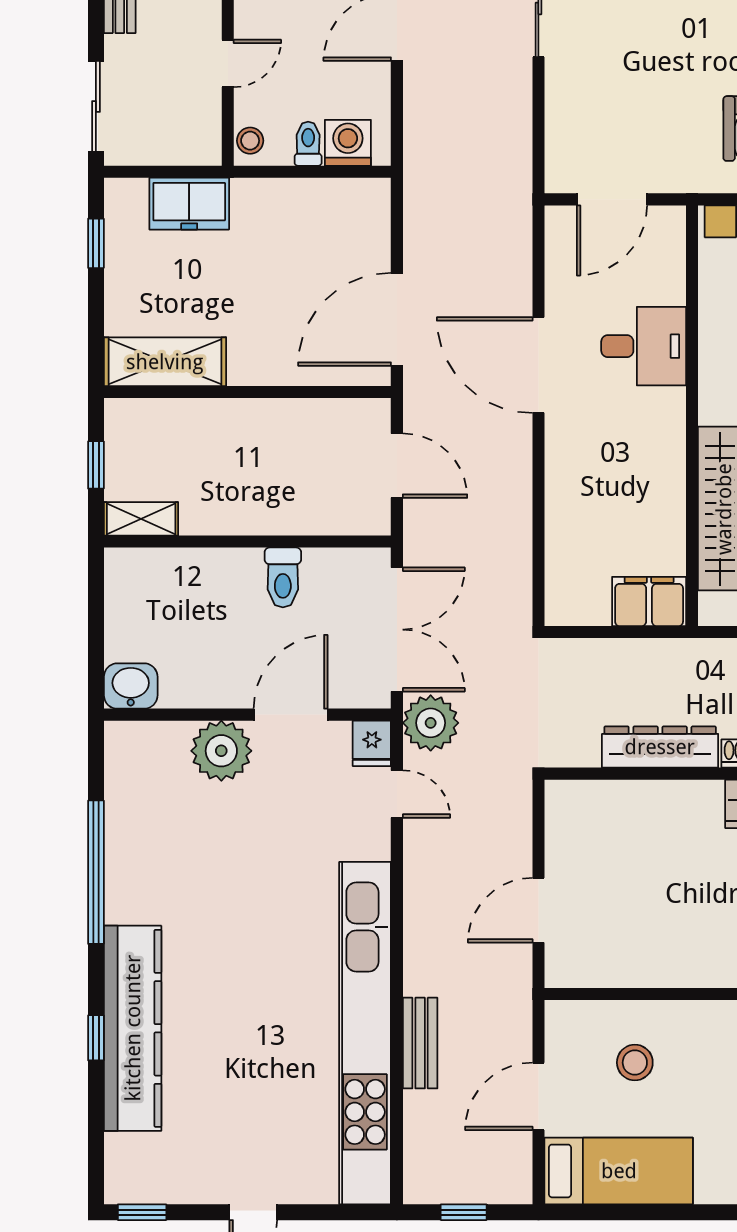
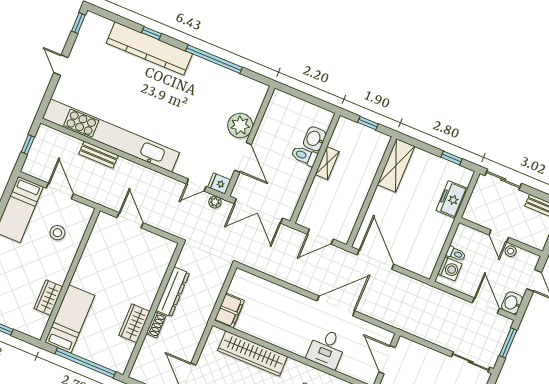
stool: (250, 141) -> (511, 251), moved
shelving: (141, 519) -> (327, 163), moved
toilet: (283, 577) -> (304, 156), moved
washbasin: (131, 686) -> (315, 139), moved, turned 180
plant: (431, 723) -> (215, 202), width x0.53, depth x0.53

